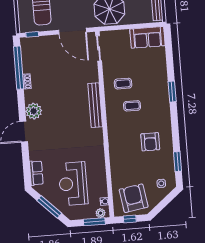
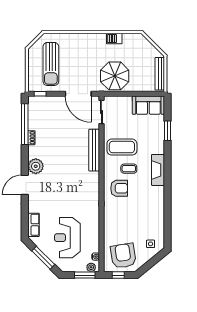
coffee table: (123, 84) -> (122, 147), width x1.86, depth x1.72
window: (172, 92) -> (168, 131), moved
bench: (95, 105) -> (94, 150), moved
fireplace: (163, 105) -> (158, 170), added
armchair: (150, 142) -> (119, 188), moved, turned -90
window: (178, 162) -> (168, 225), removed

